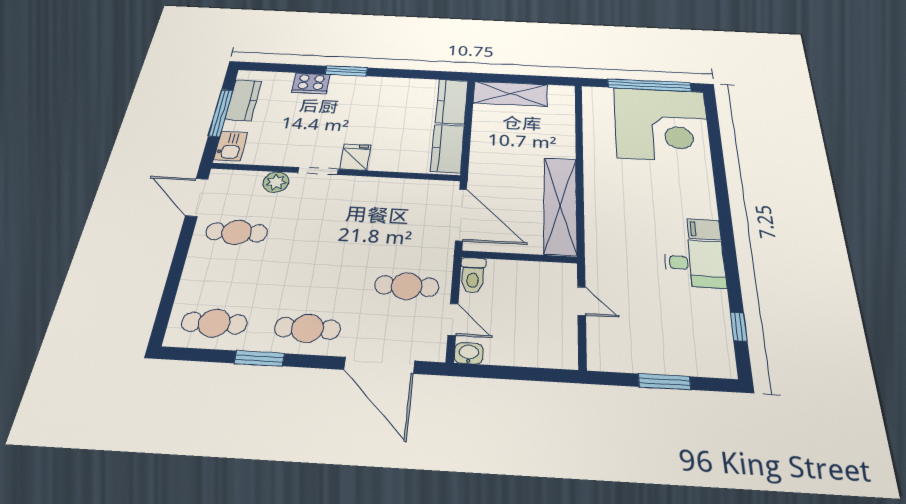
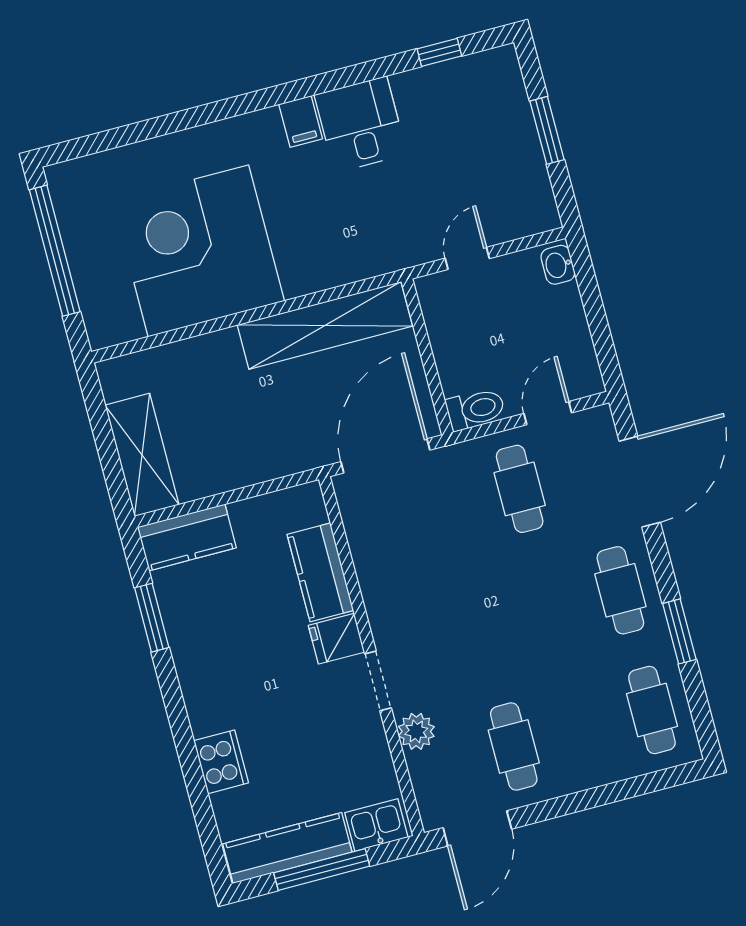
window: (346, 71) -> (152, 618), moved
kitchen counter: (243, 100) -> (287, 848), width x1.50
corner desk: (661, 124) -> (198, 251), moved, turned -90
kitchen counter: (447, 148) -> (320, 572), moved, turned 90
washbasin: (469, 353) -> (558, 265), moved

